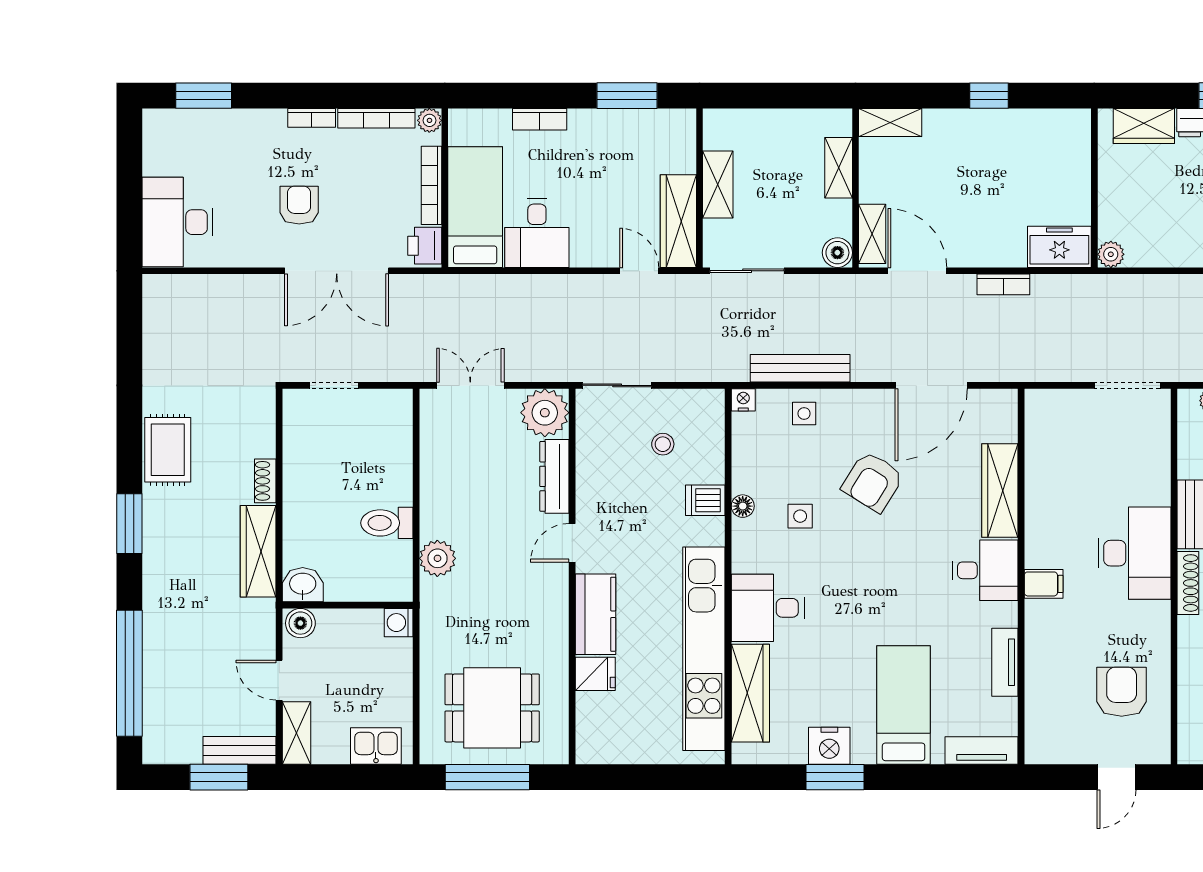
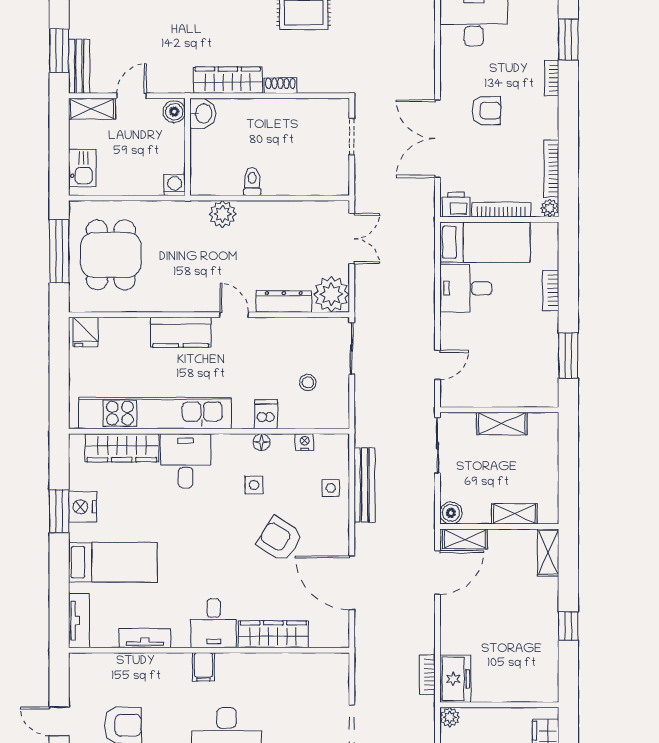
bookcase: (312, 118) -> (552, 78), moved
wardrobe: (678, 221) -> (474, 394), removed
bookcase: (1003, 284) -> (427, 675), moved
nightstand: (743, 400) -> (305, 442), moved, turned -90
toilet: (387, 523) -> (252, 182), width x0.73, depth x0.72
fridge: (595, 674) -> (85, 332), moved

